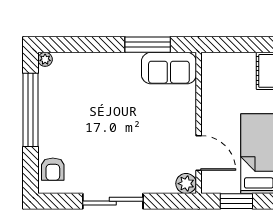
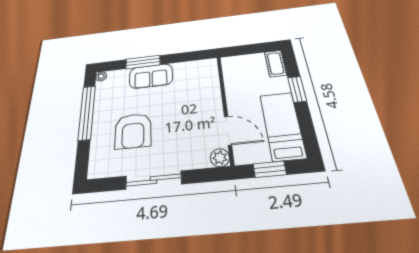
window: (148, 45) -> (143, 62), moved
sofa: (169, 68) -> (151, 76), moved
armchair: (53, 169) -> (133, 131), moved, width x1.88, depth x1.88

